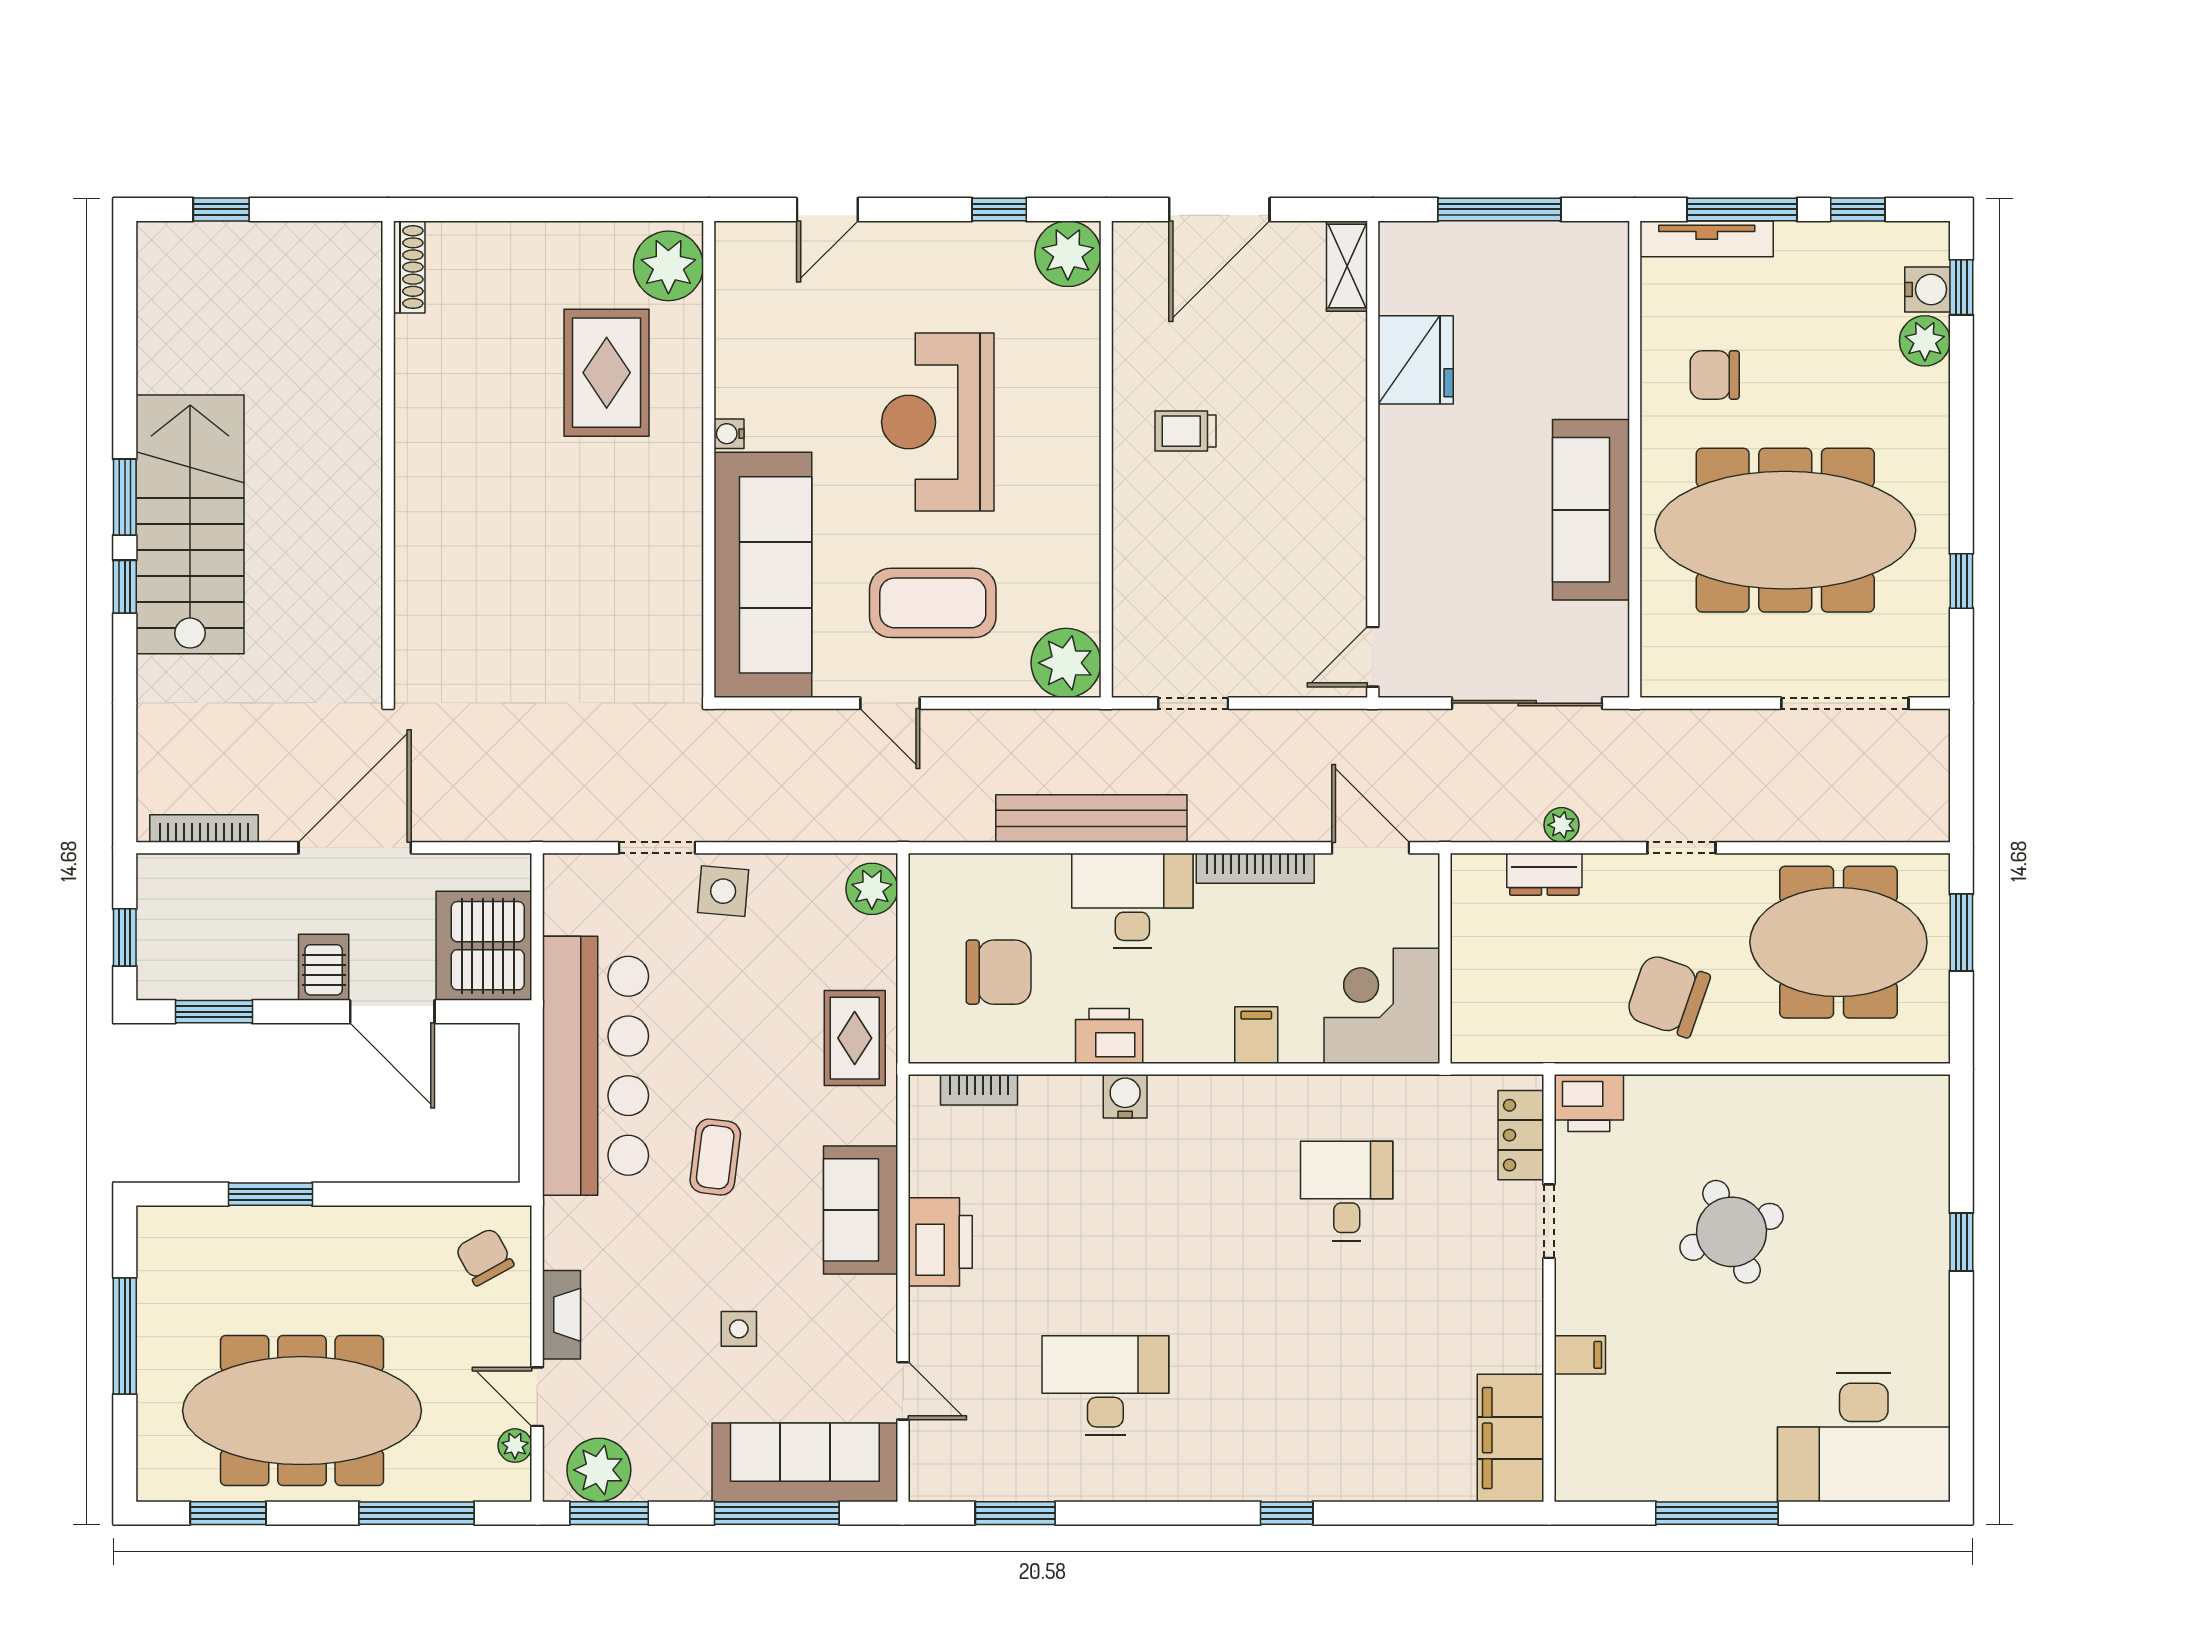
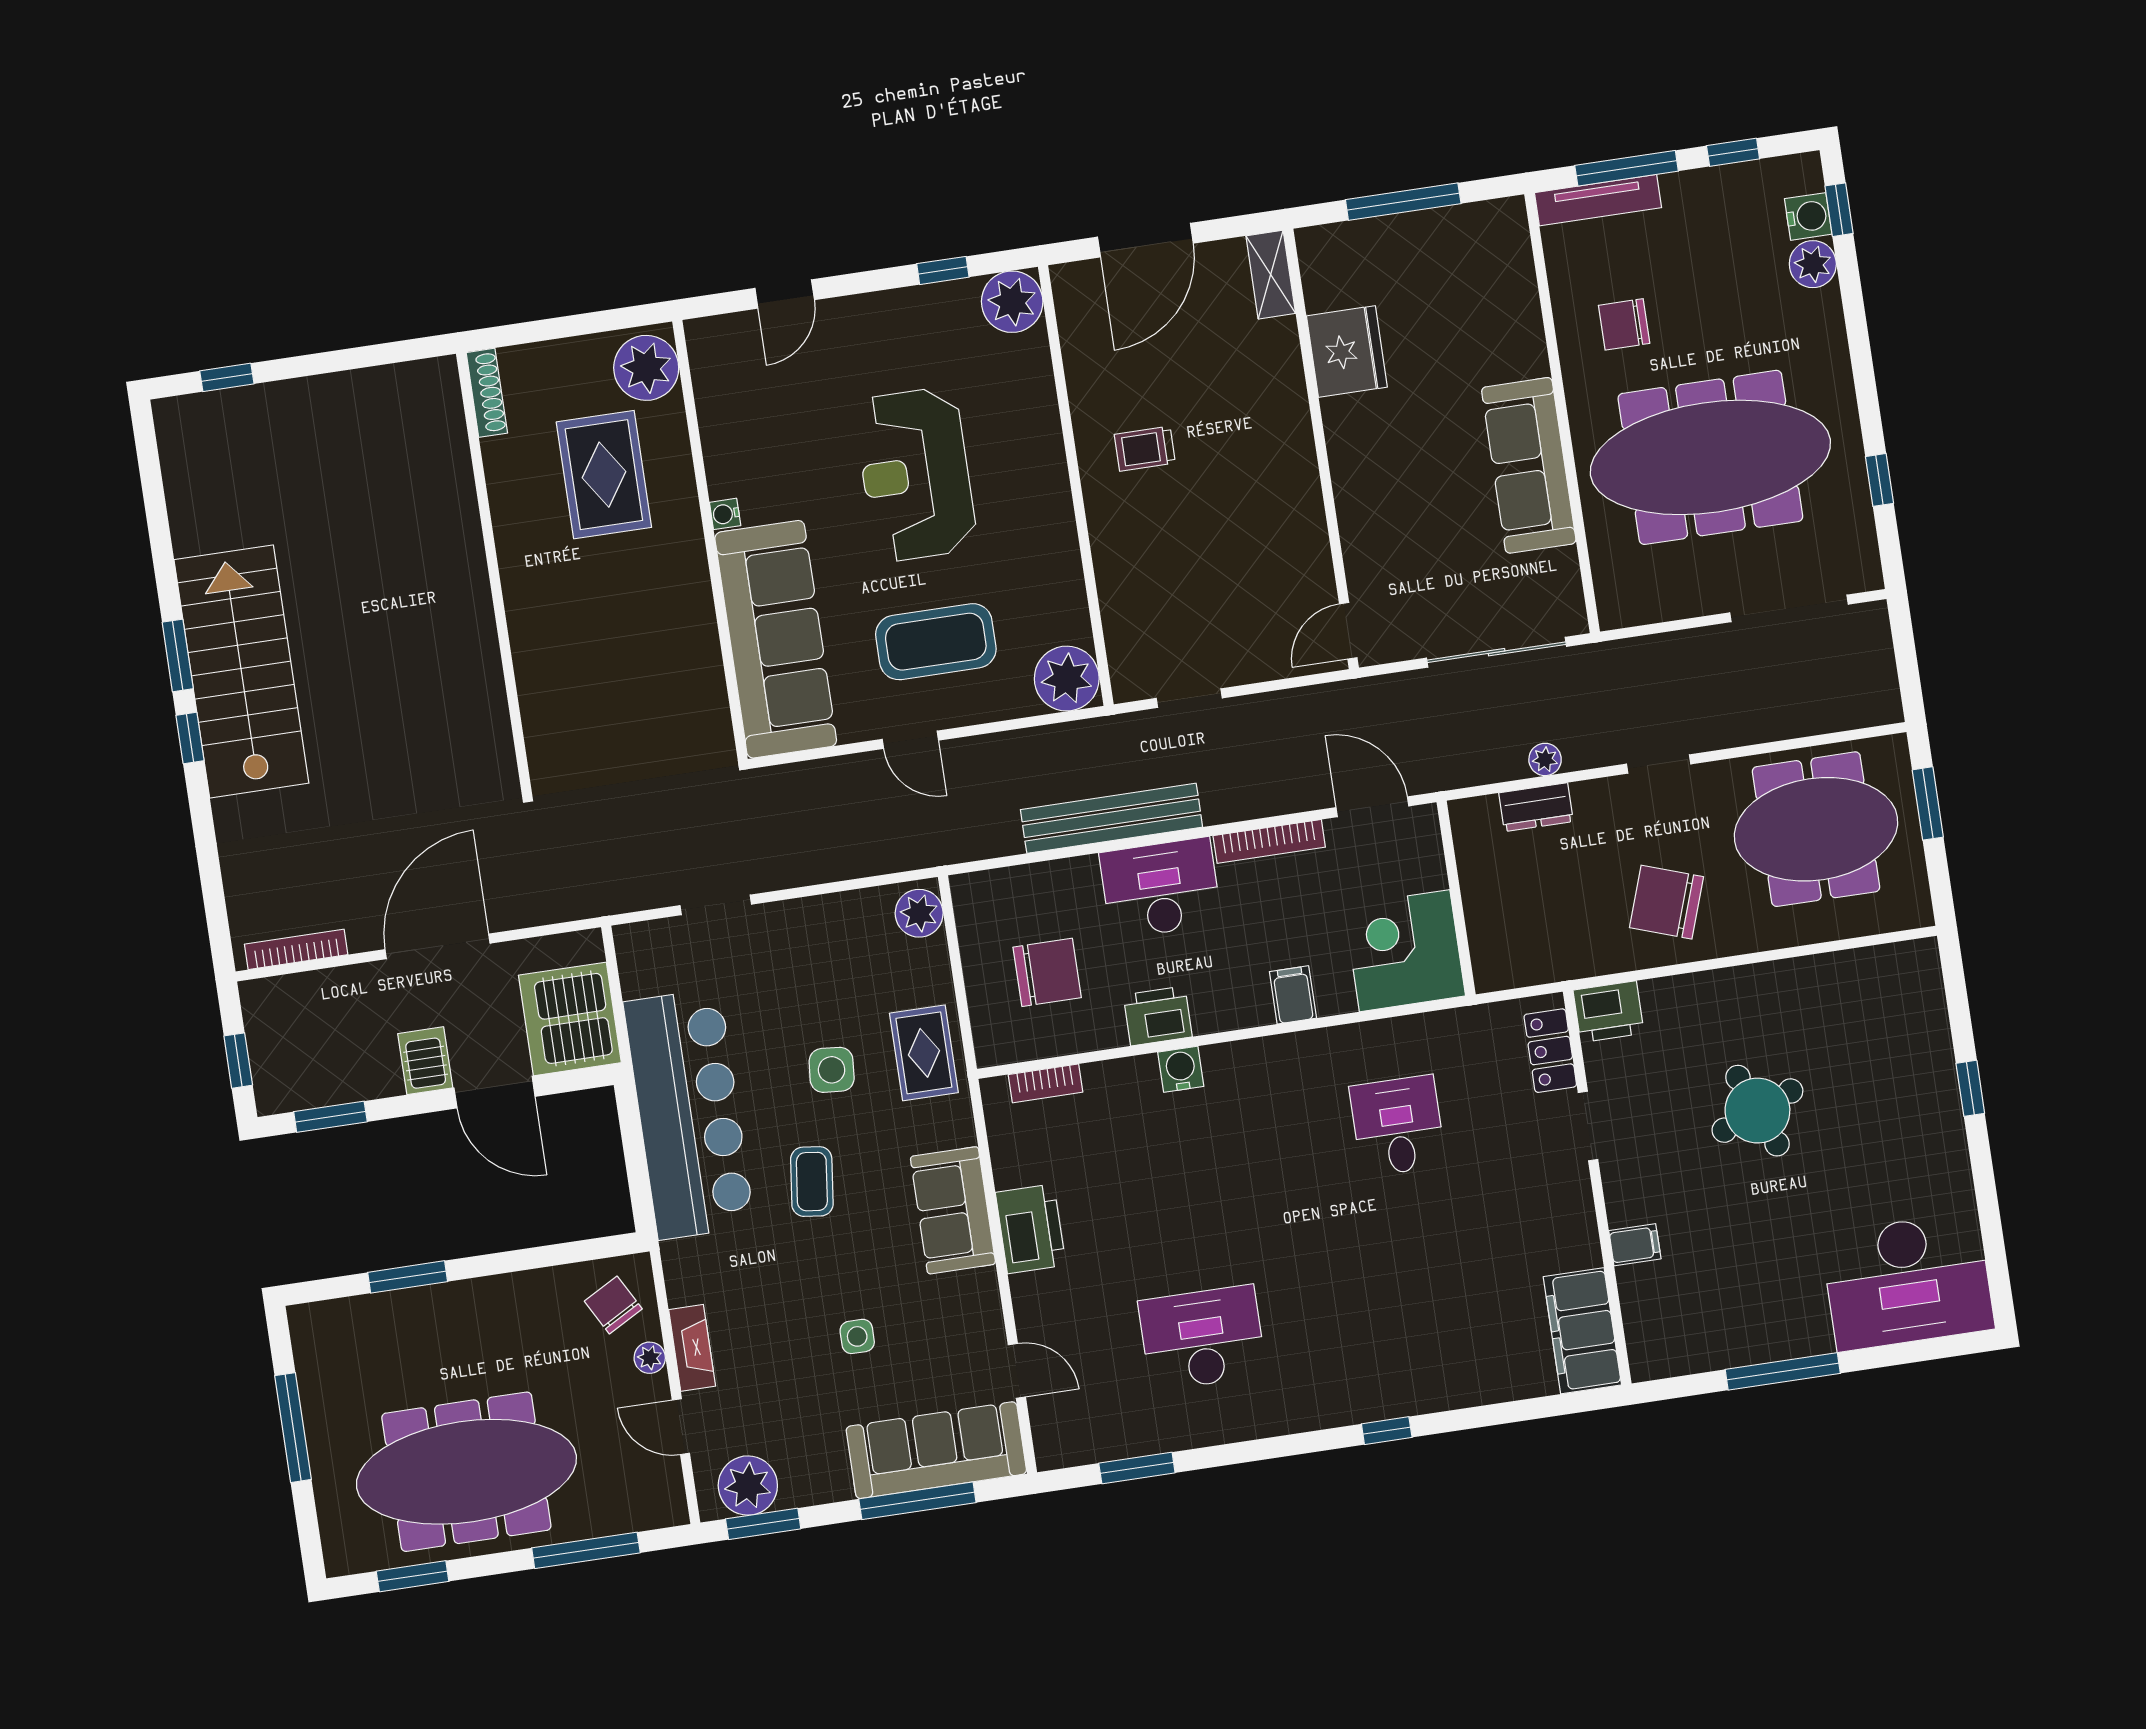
shoe rack: (409, 267) -> (487, 393), moved
wall: (388, 459) -> (494, 573), moved
side table: (723, 891) -> (832, 1070), moved
plant: (515, 1446) -> (650, 1358), moved

